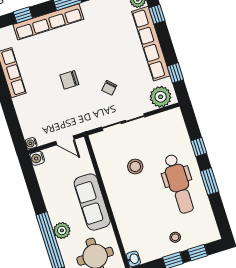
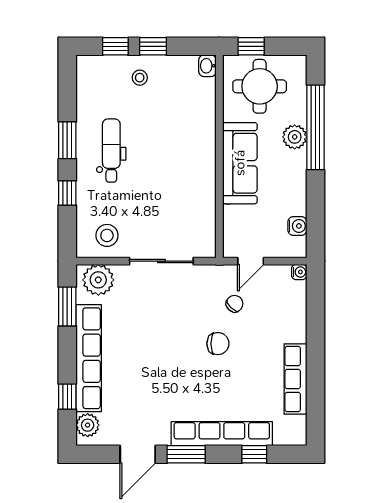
window: (175, 73) -> (67, 307), width x1.50
chair: (109, 88) -> (235, 304), moved
door: (65, 140) -> (251, 261), swing flipped
water cooler: (37, 158) -> (297, 226), moved
stool: (135, 166) -> (107, 235), moved
dental chair: (179, 184) -> (111, 151), width x0.73, depth x0.72

